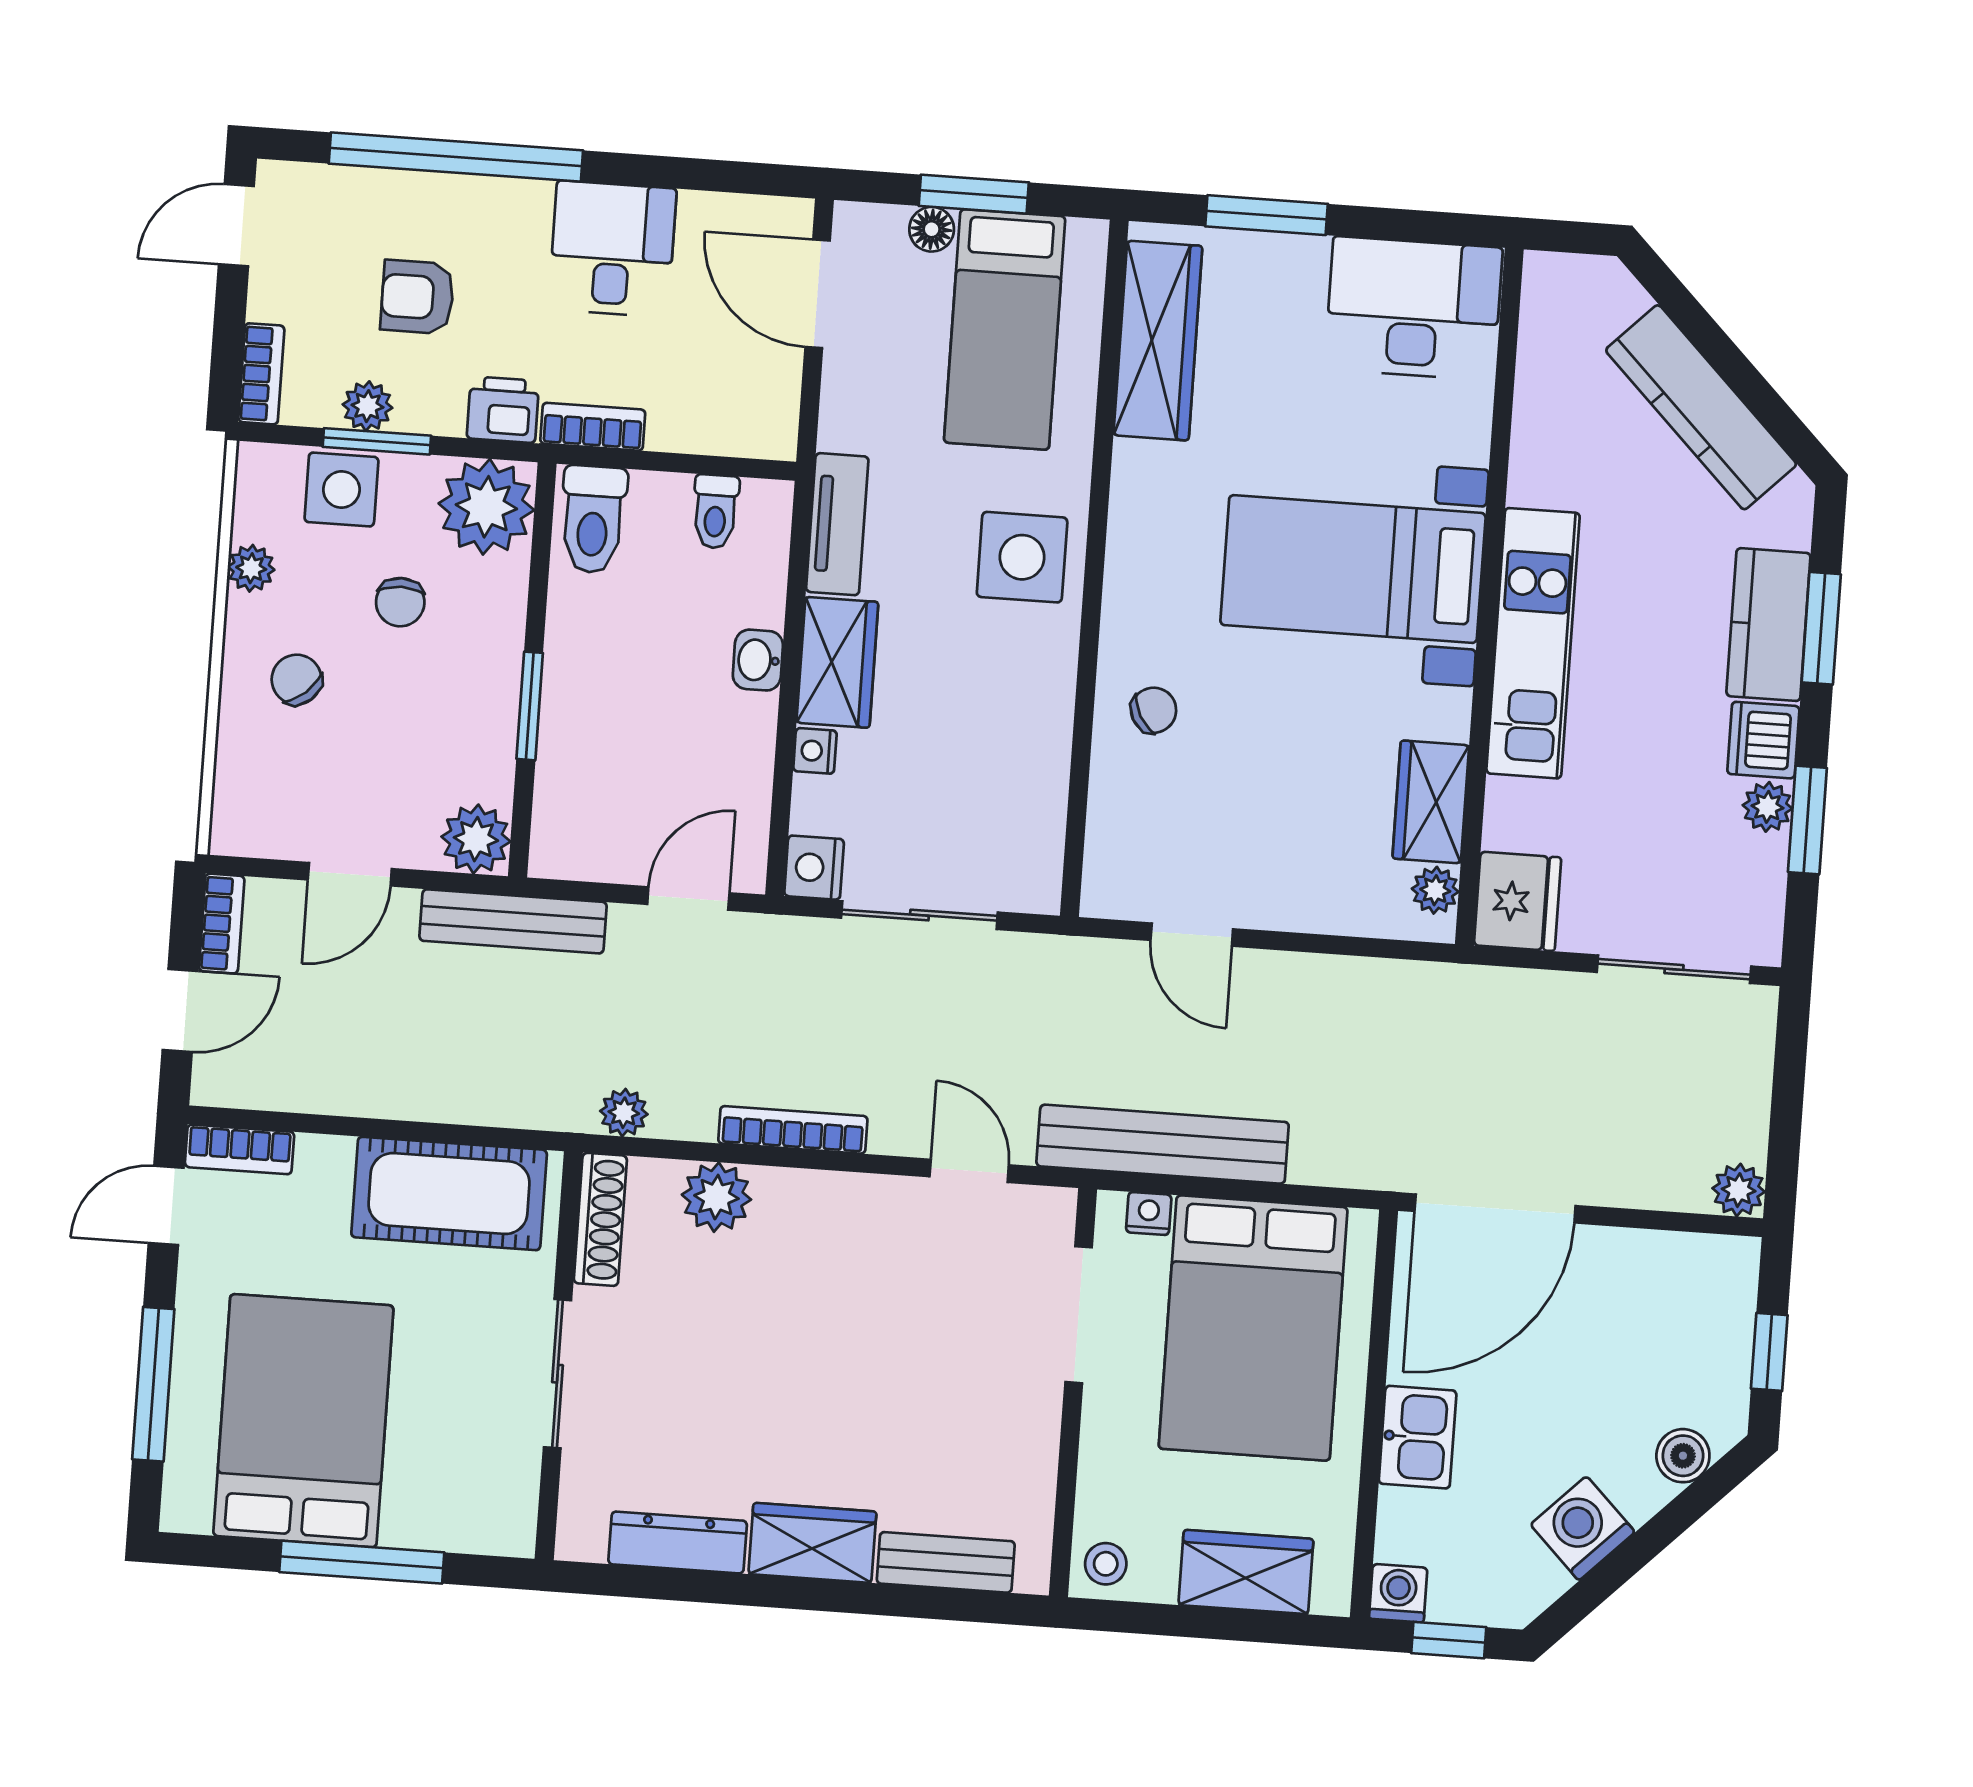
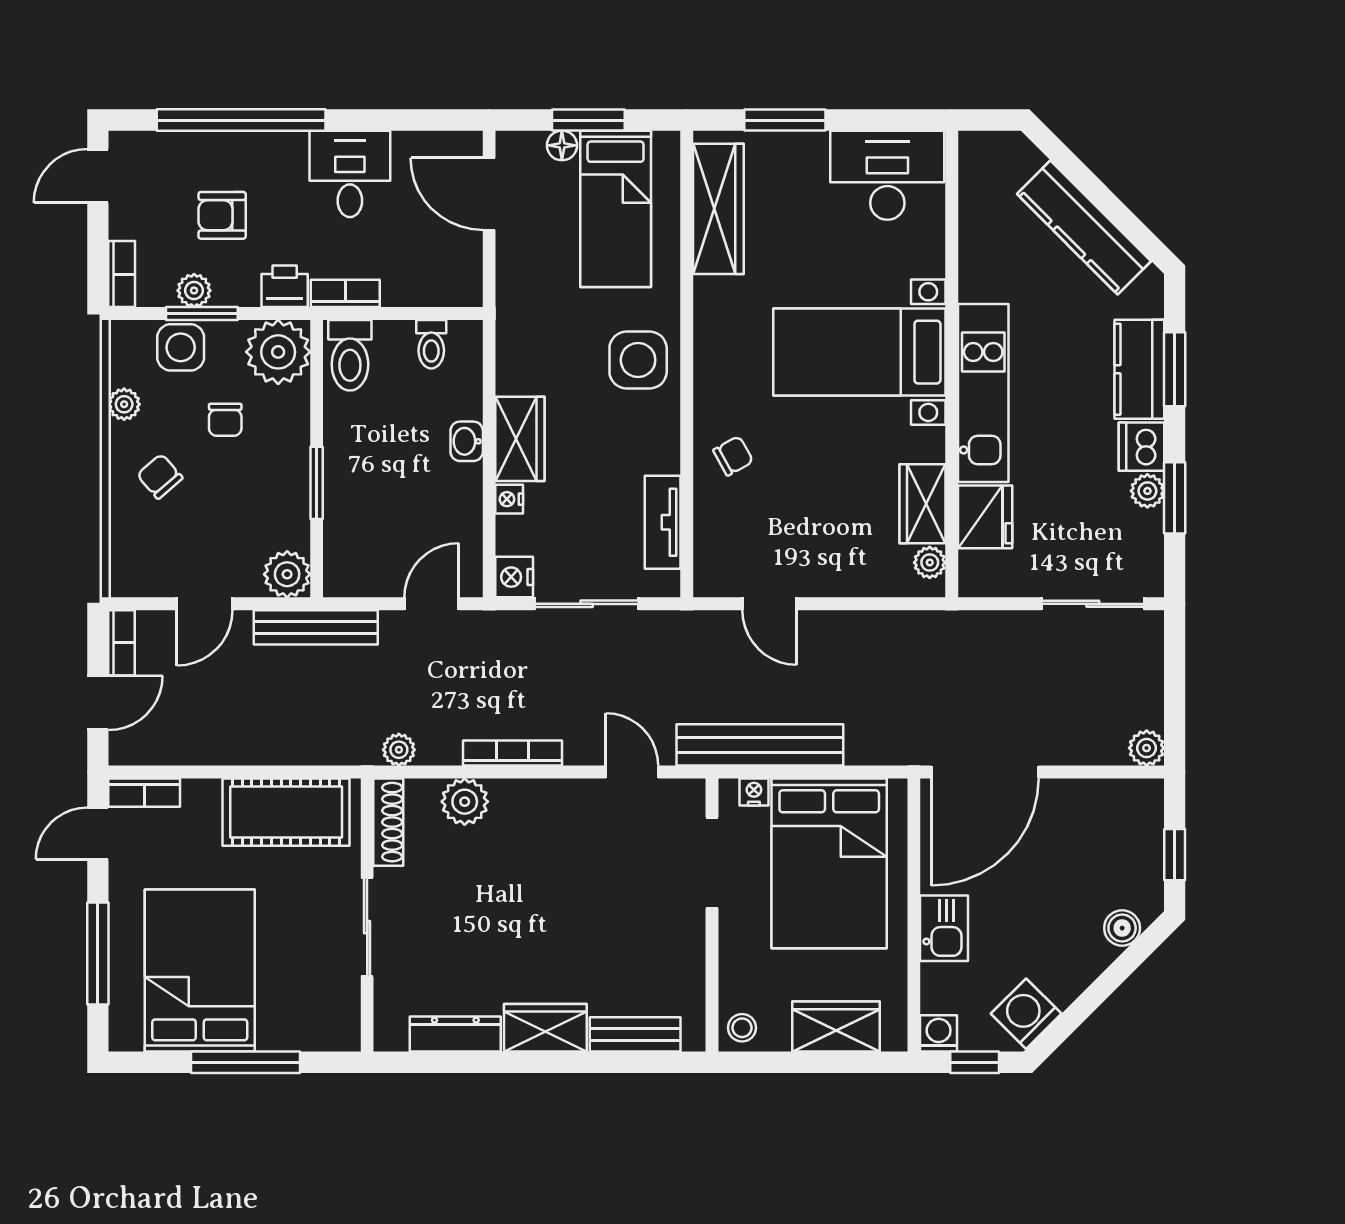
tv unit: (837, 524) -> (663, 522), moved, turned 180
fridge: (1518, 901) -> (985, 517), moved
washing machine: (1583, 1528) -> (1026, 1014), moved

